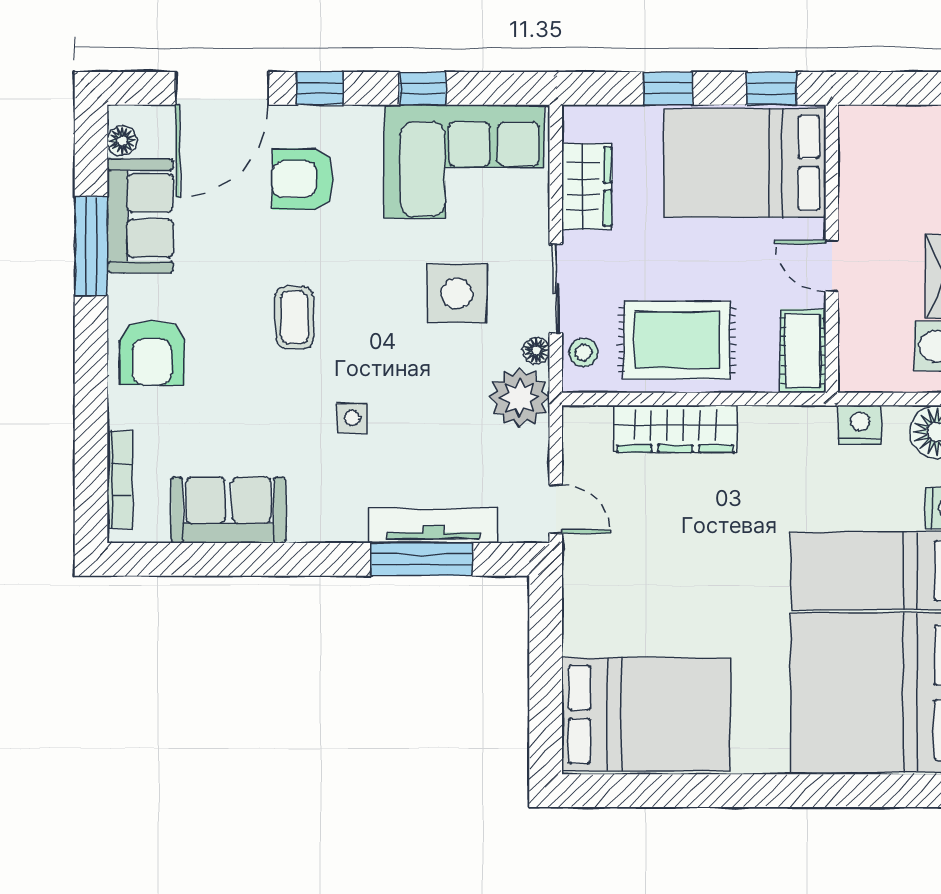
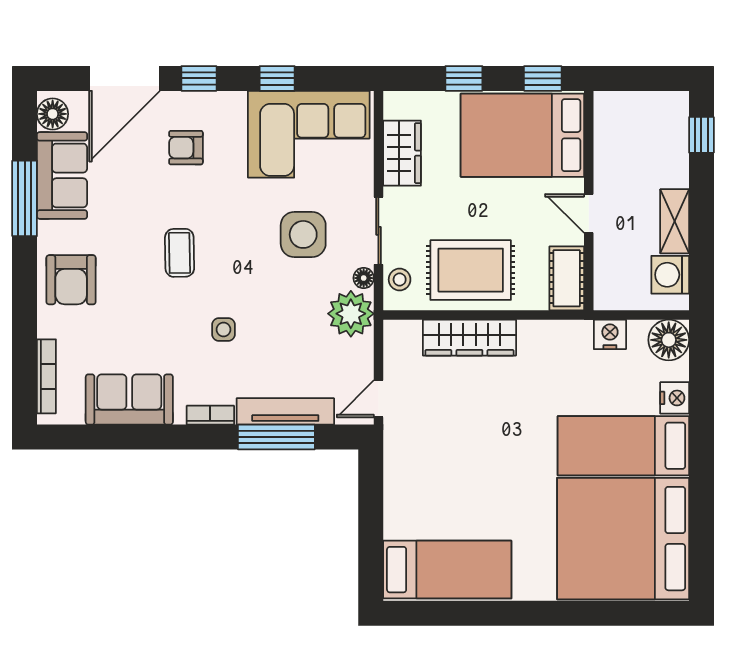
floor lamp: (122, 141) -> (53, 114), width x1.37, depth x1.37
armchair: (303, 179) -> (186, 148), width x0.72, depth x0.72
door: (556, 509) -> (378, 399), swing flipped
bookcase: (335, 531) -> (210, 415), added
bed: (646, 714) -> (447, 570), width x0.67

